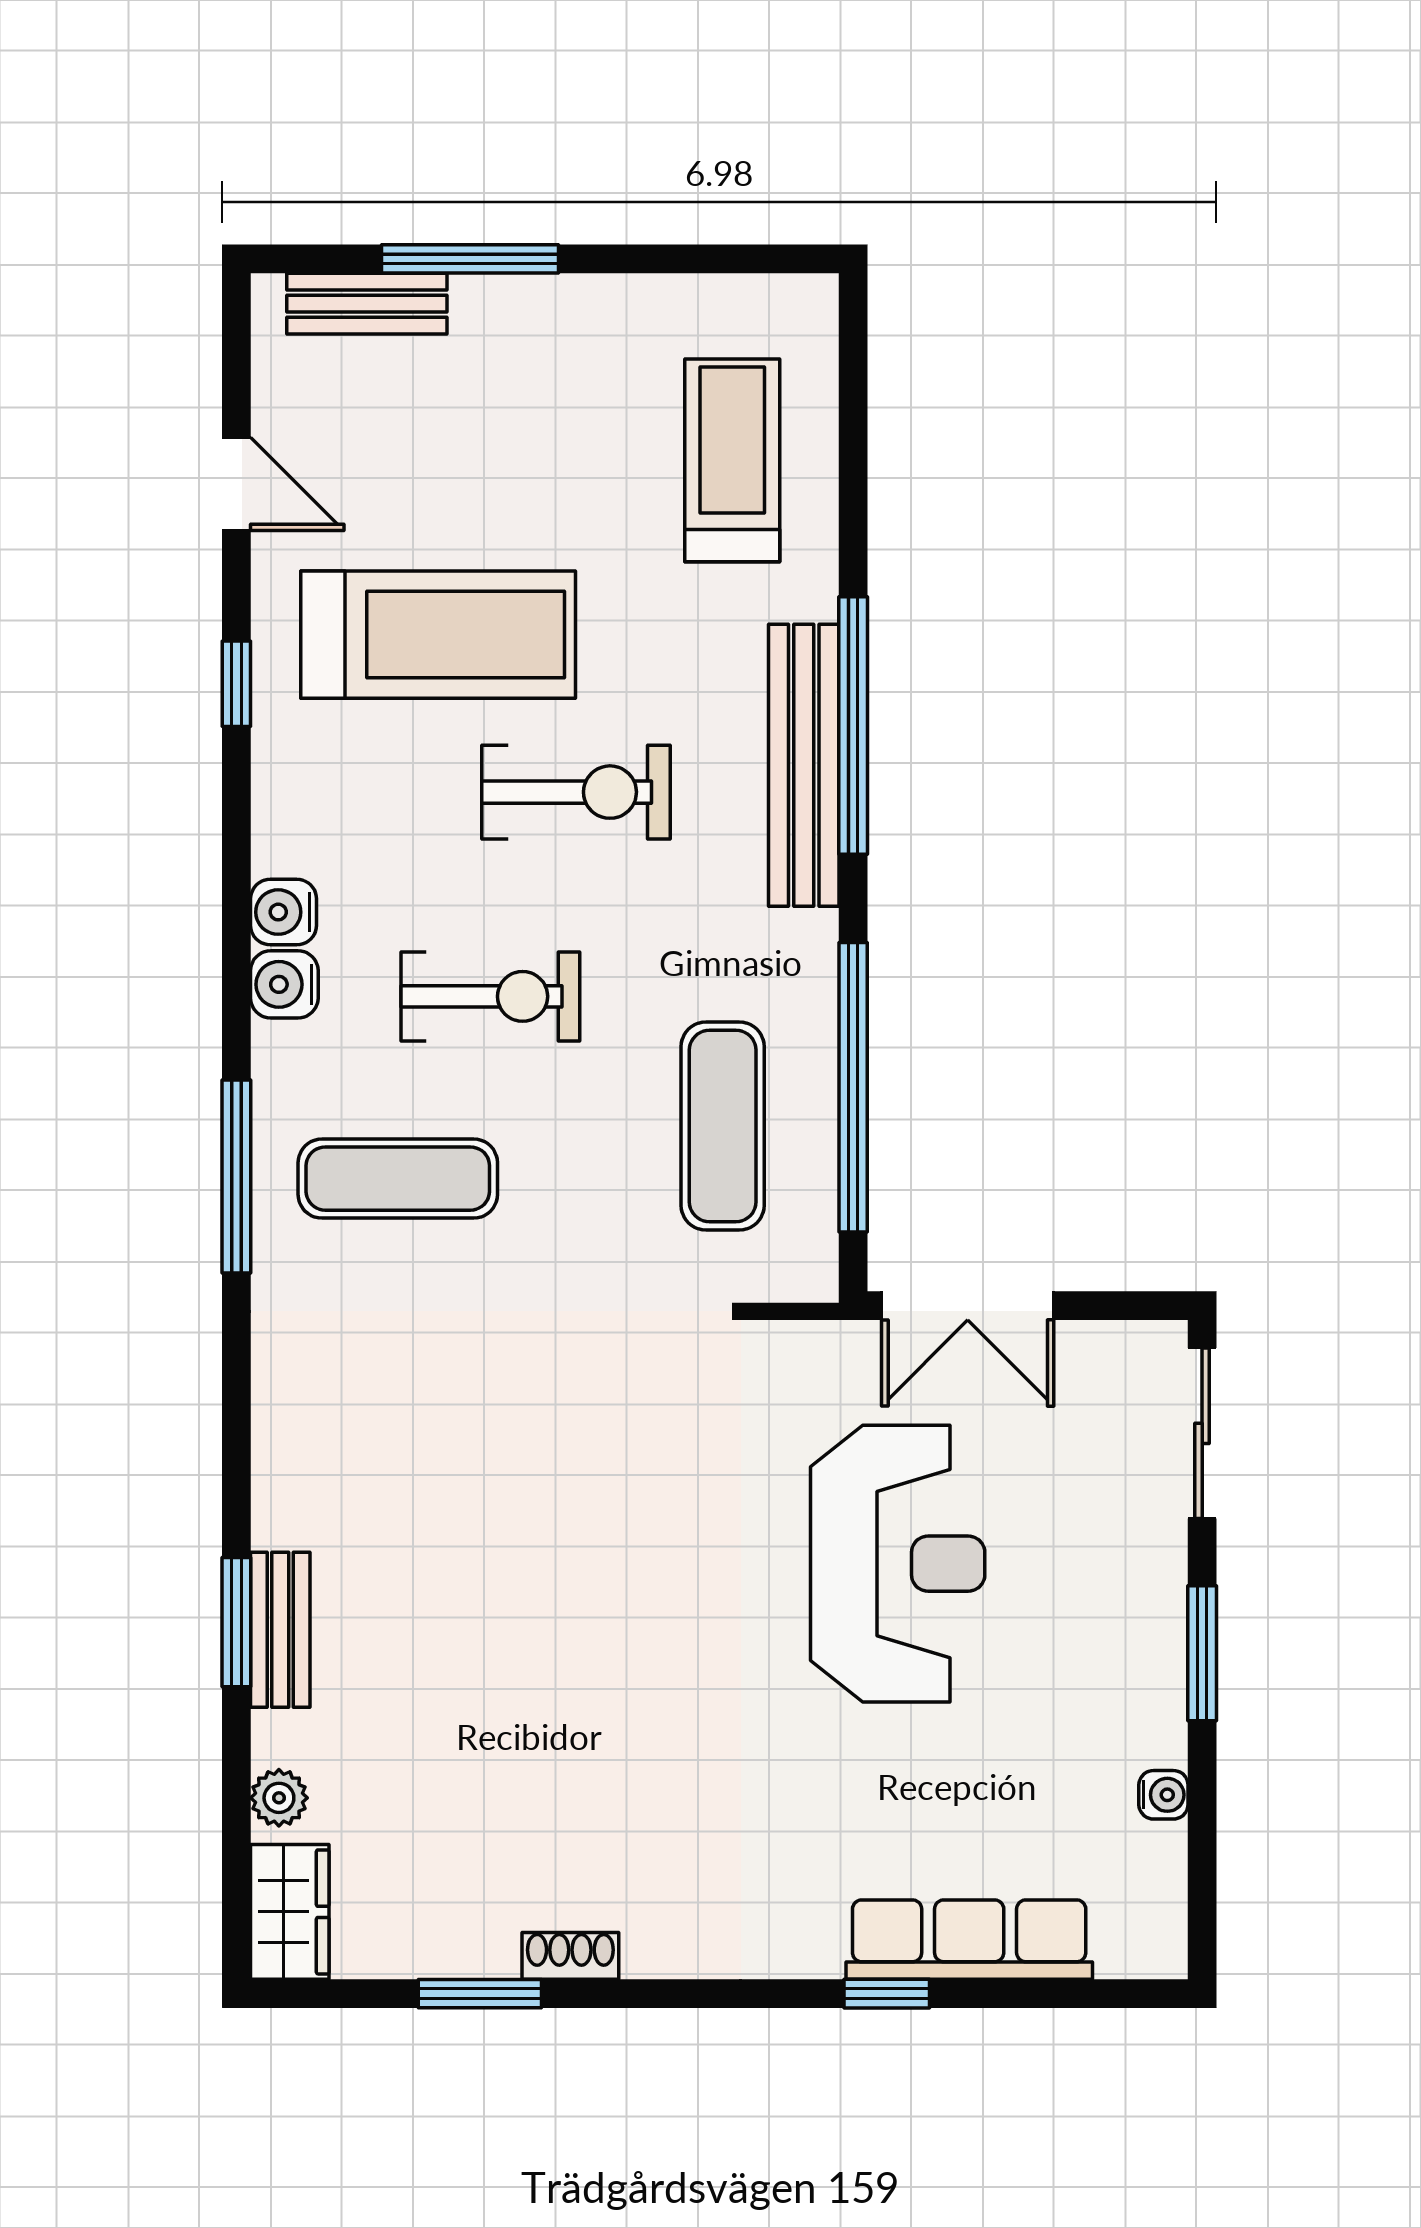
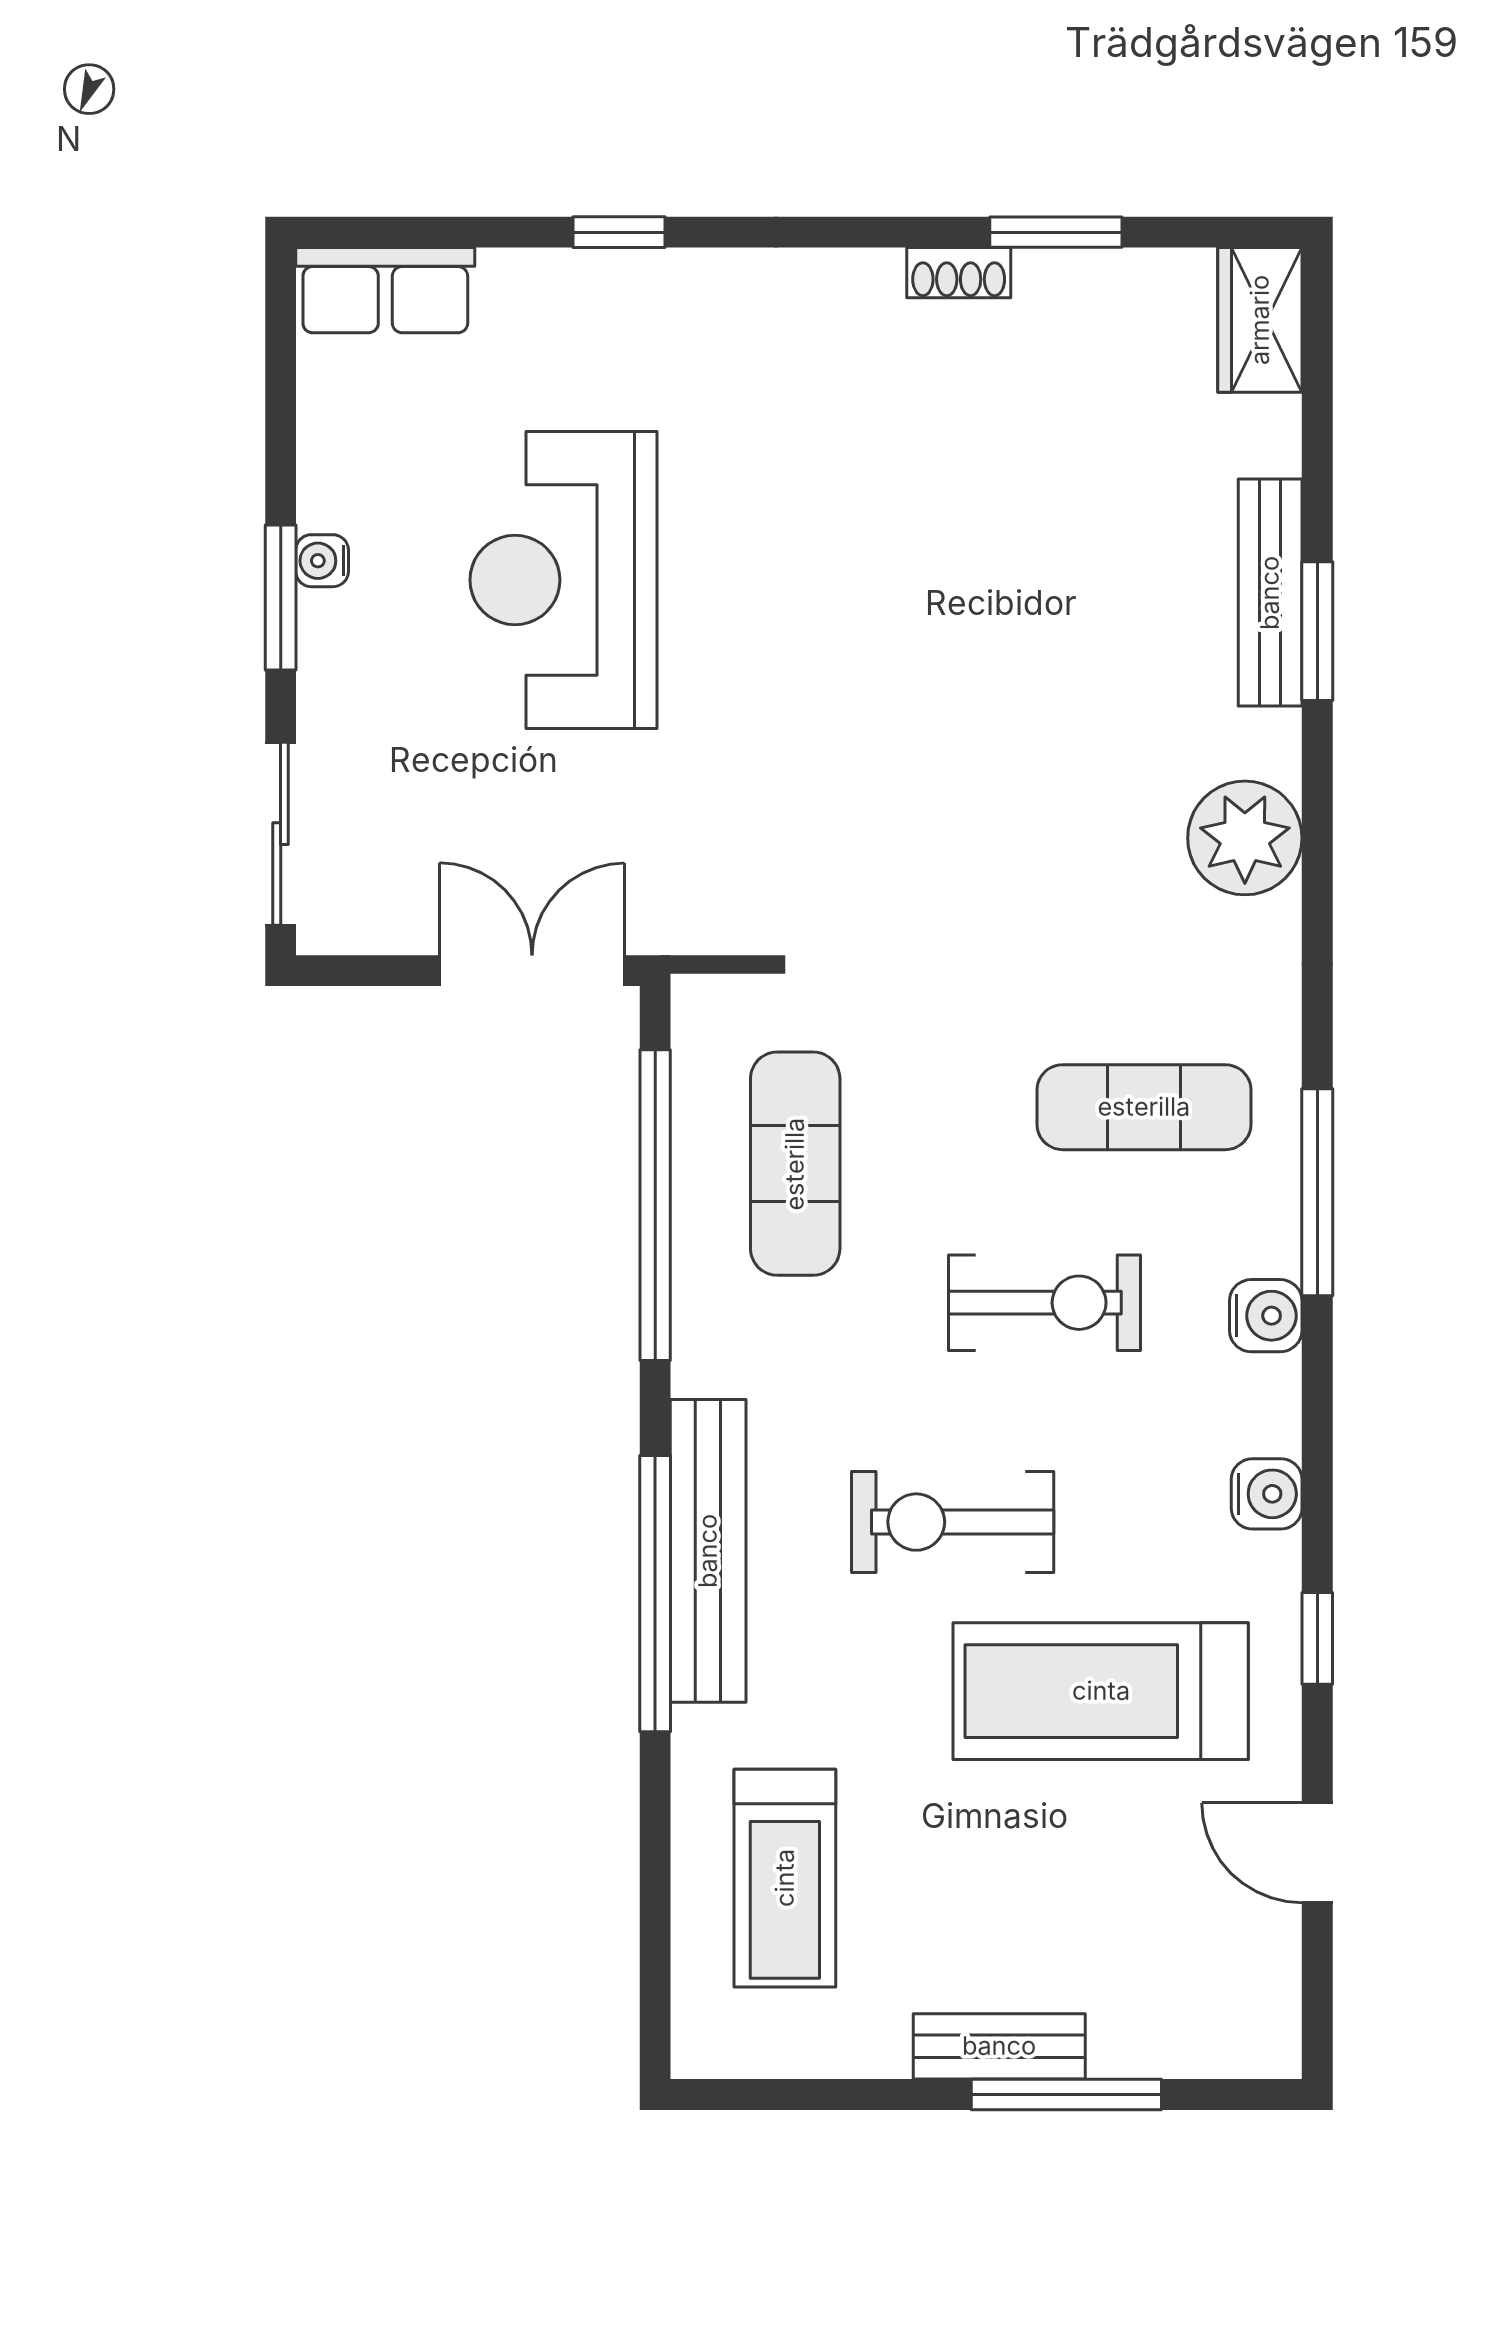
bench: (367, 304) -> (999, 2046), moved
water cooler: (284, 912) -> (1267, 1494), moved
exercise bike: (490, 996) -> (1045, 1303), turned 180
window: (236, 1177) -> (1317, 1192), moved
reception desk: (898, 1564) -> (564, 580), moved
bench: (280, 1630) -> (1270, 593), width x1.36
water cooler: (1163, 1795) -> (322, 561), moved
plant: (279, 1798) -> (1245, 838), moved, width x1.88, depth x1.88
row of seats: (969, 1940) -> (385, 290), moved, width x0.68

